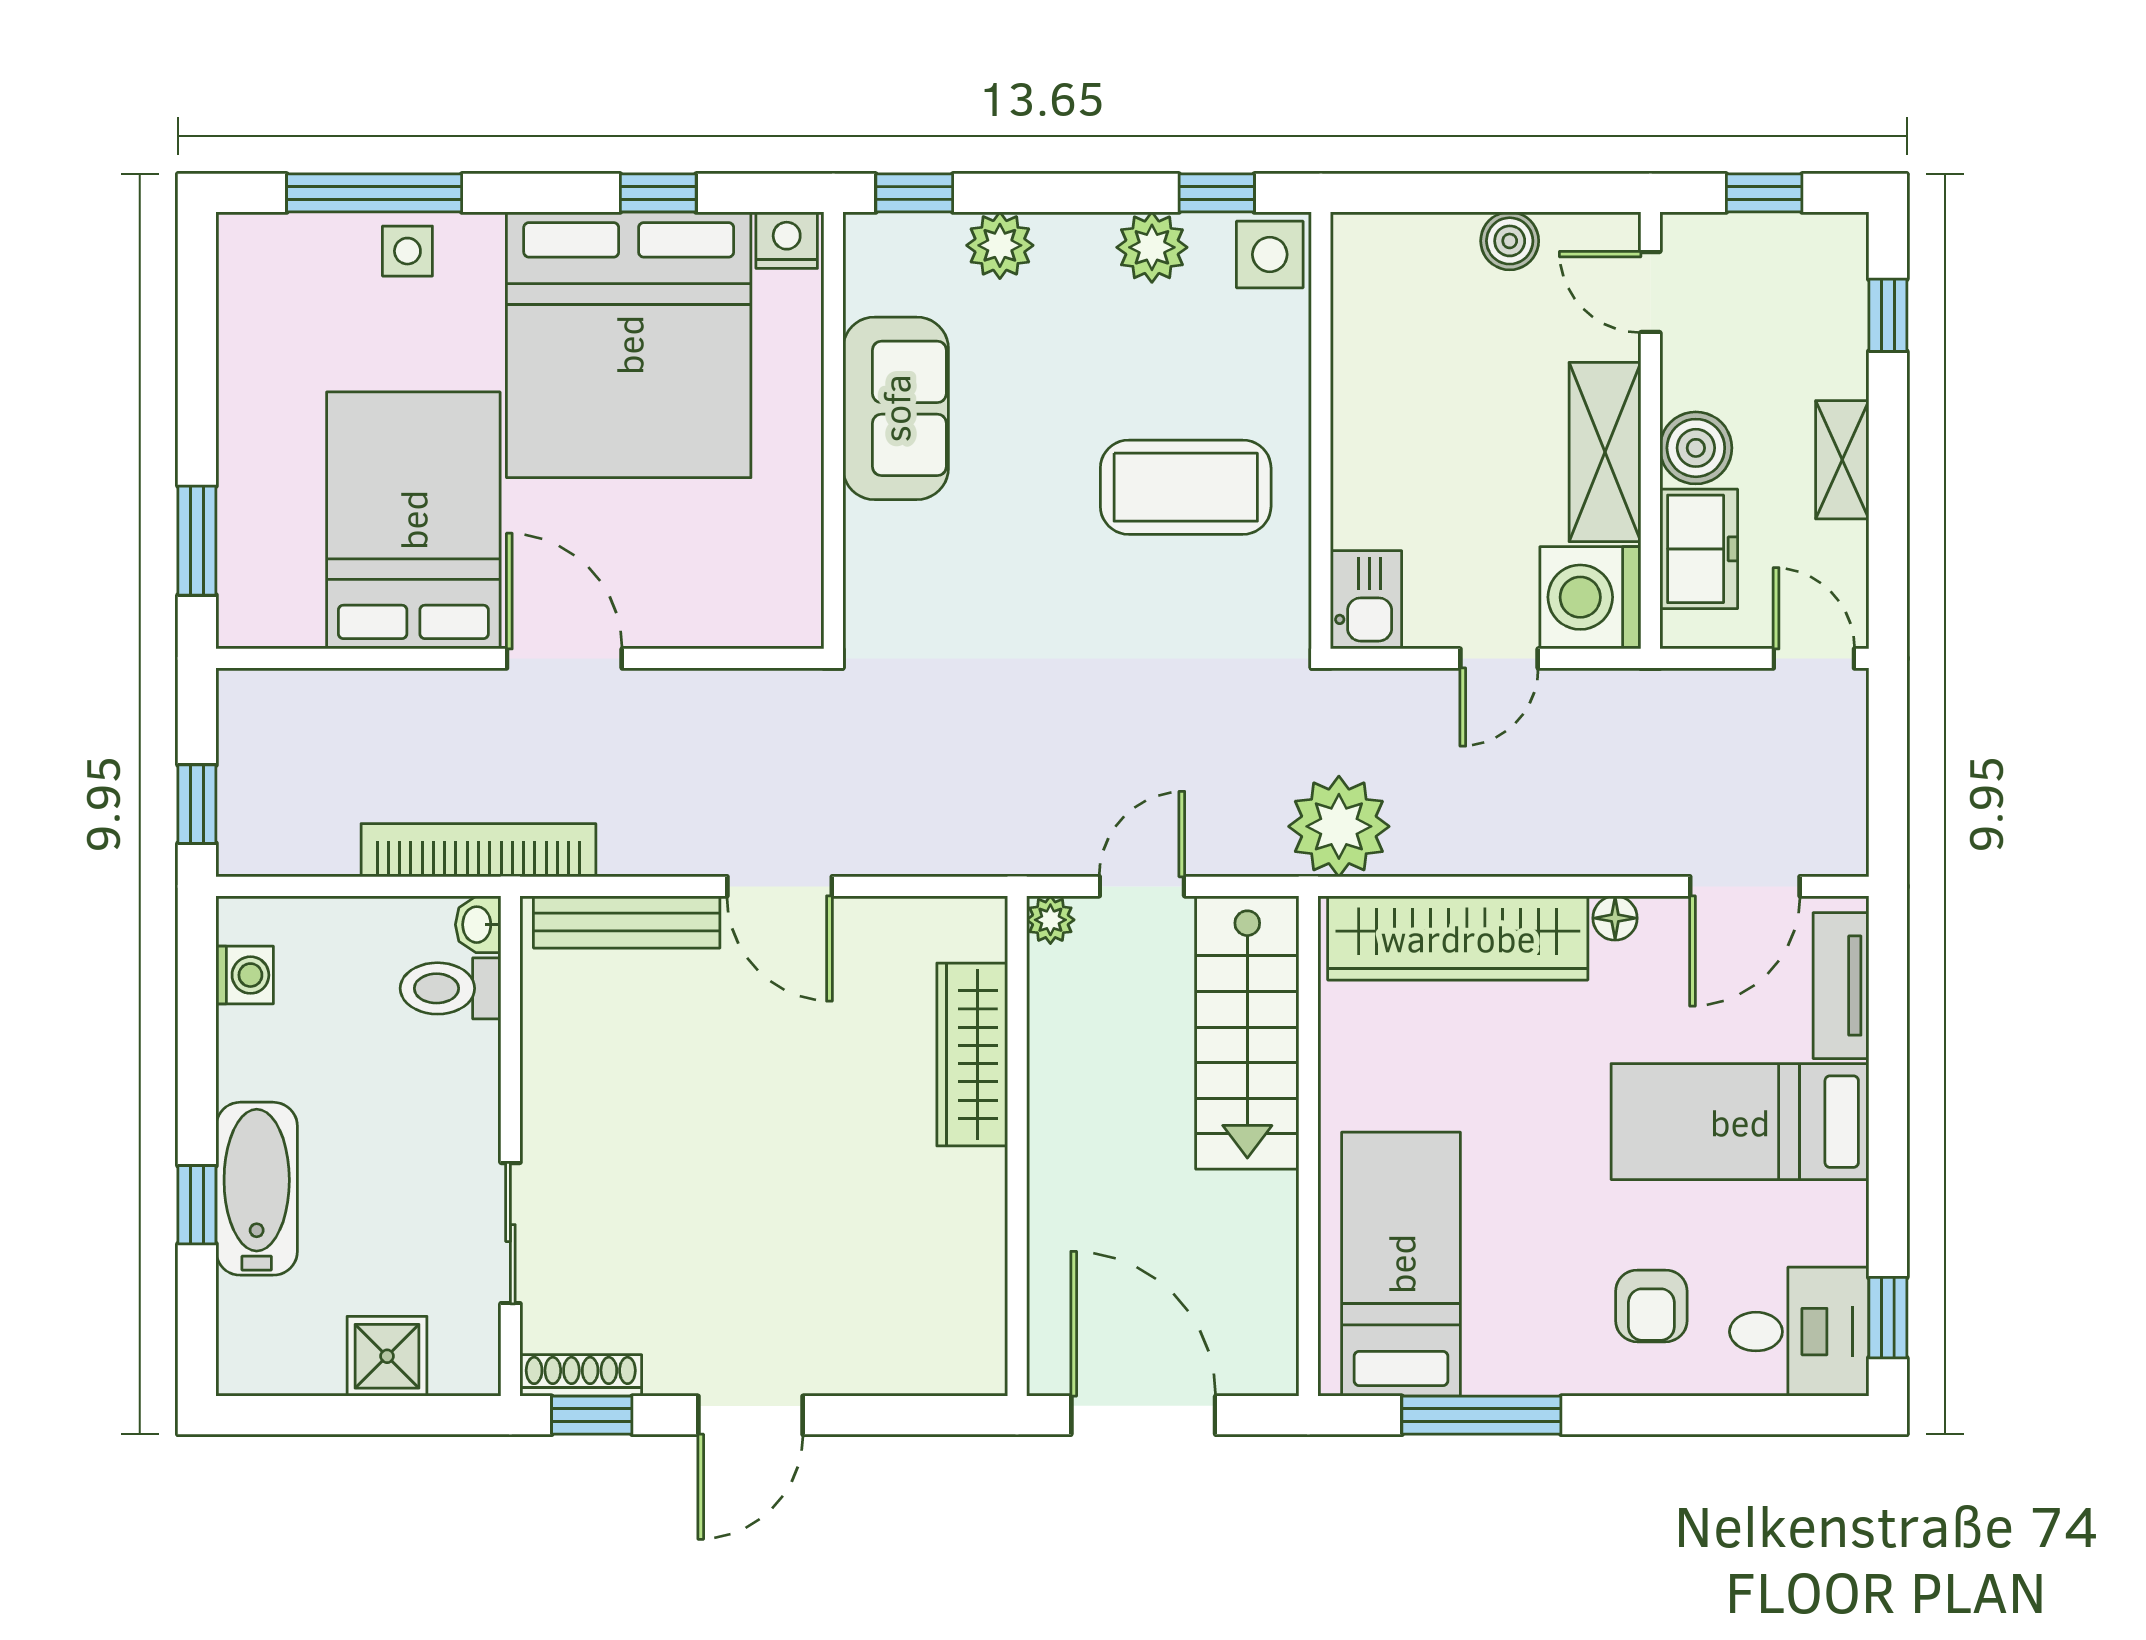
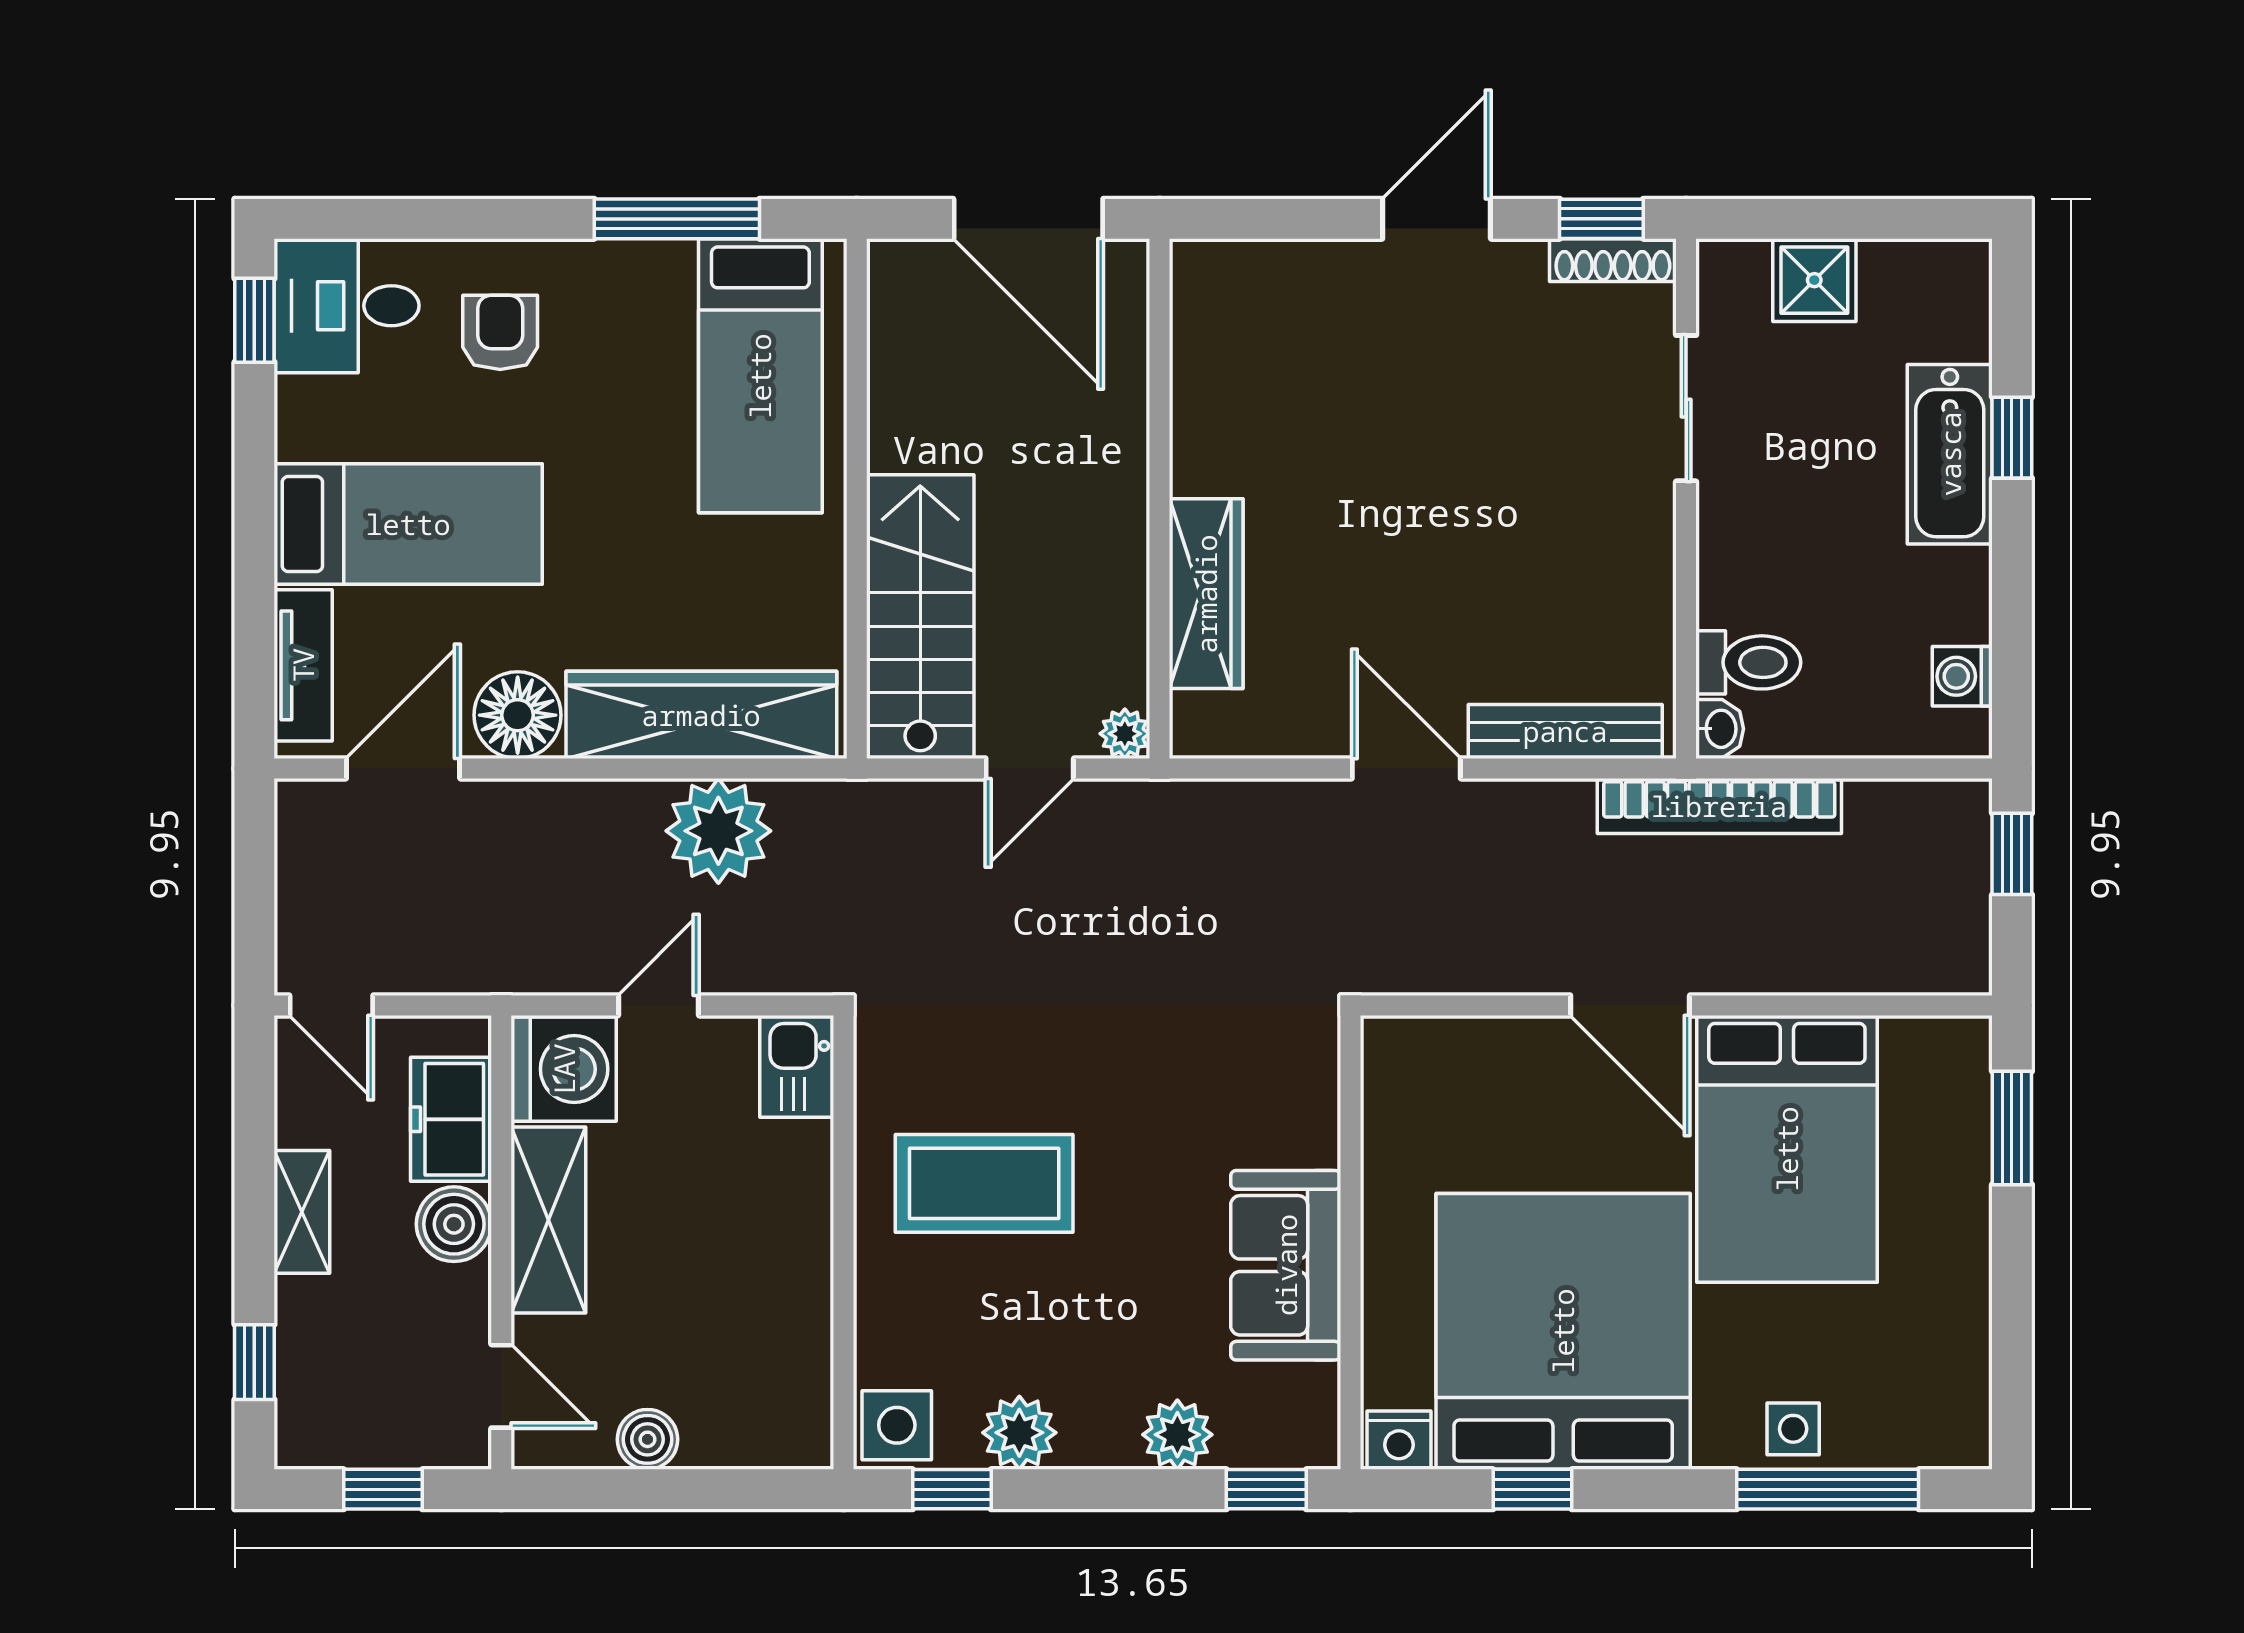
plant: (1339, 826) -> (718, 831), moved
floor lamp: (1615, 918) -> (518, 715), width x1.89, depth x1.89

